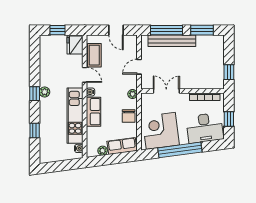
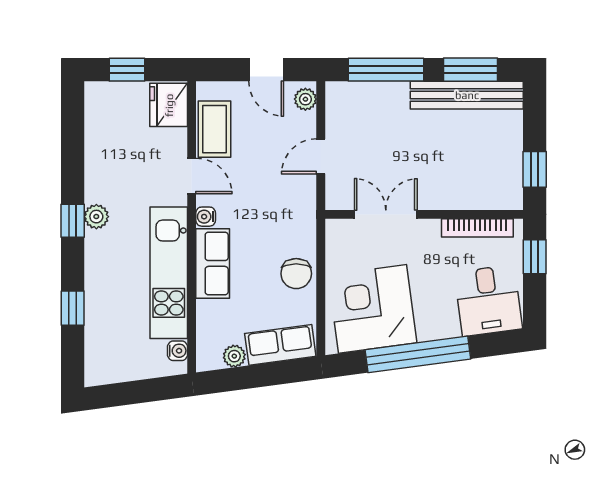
bench: (172, 41) -> (467, 95), moved
plant: (133, 94) -> (305, 99), moved
window: (229, 119) -> (535, 257), moved
desk: (205, 128) -> (488, 300), width x0.73

